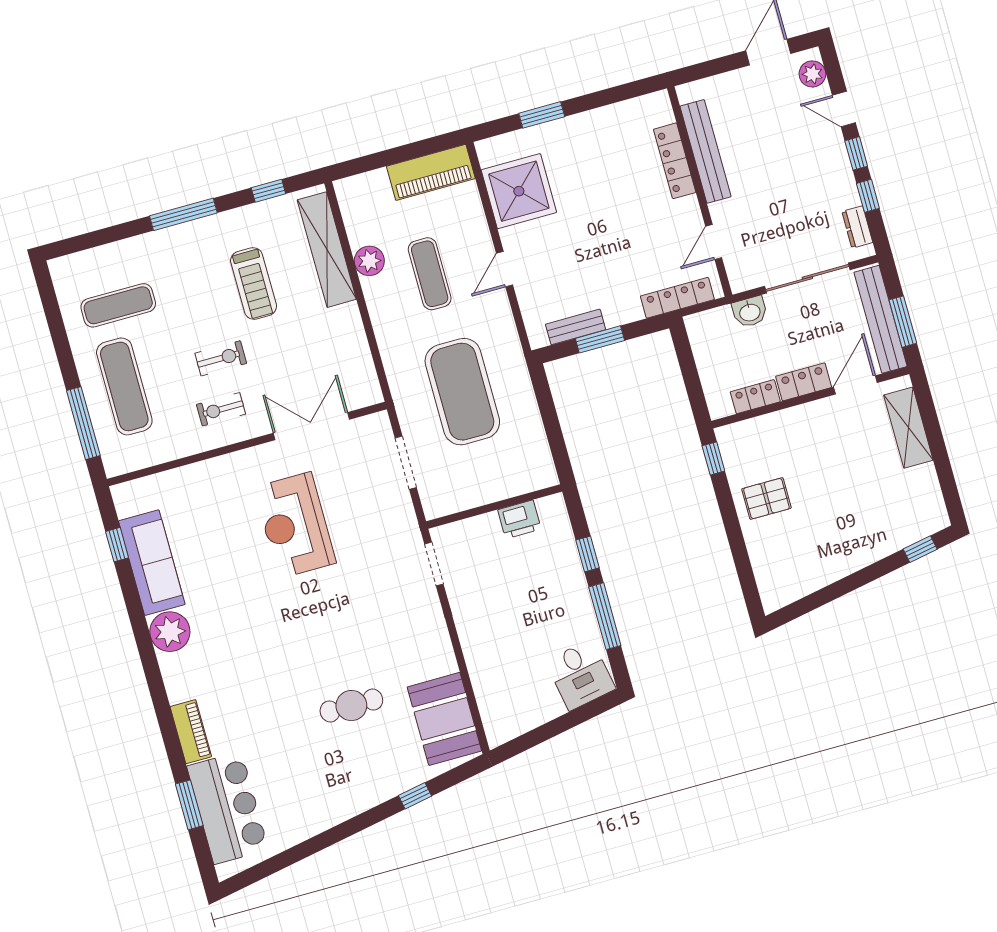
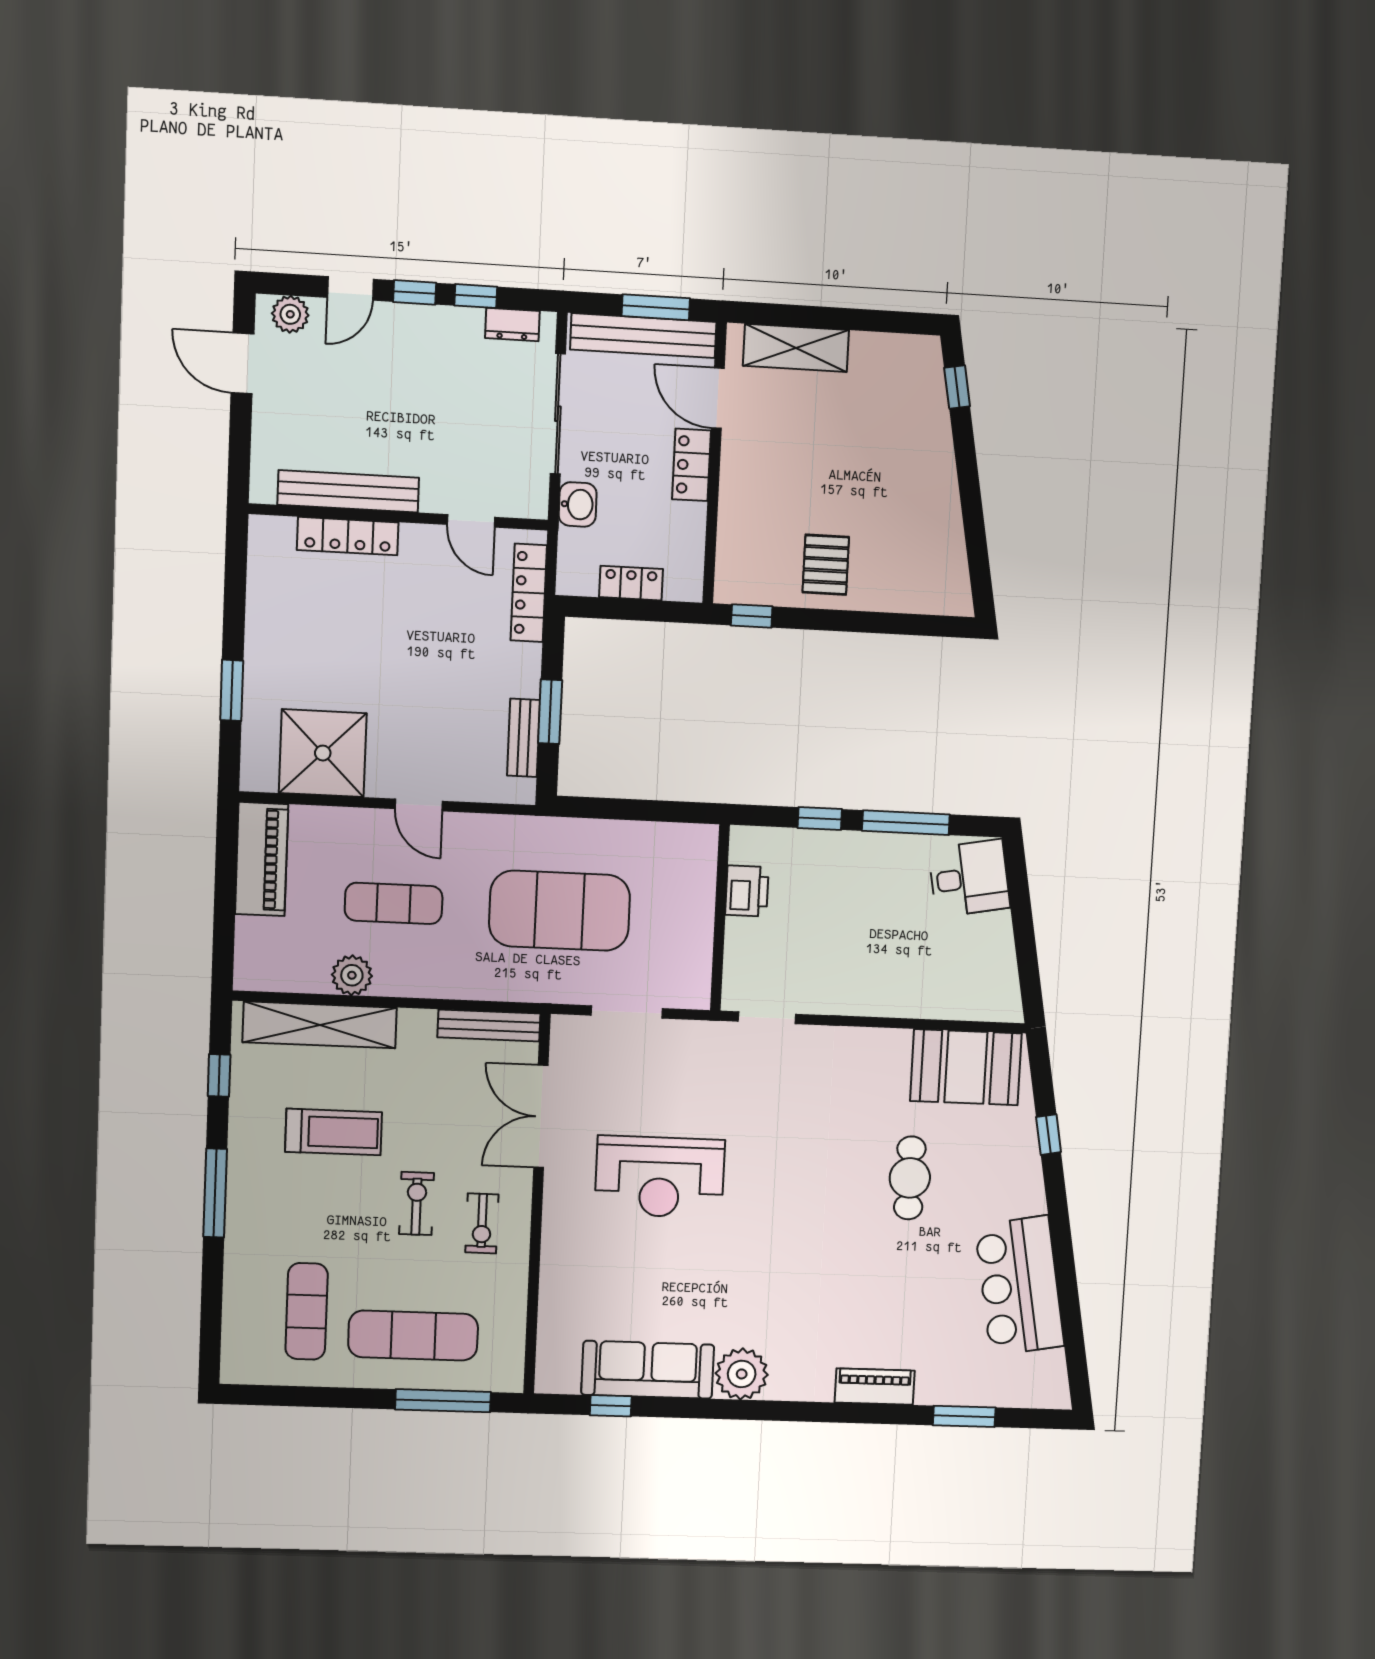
bench: (365, 368) -> (489, 1025), added
locker: (755, 397) -> (631, 583), moved, turned 90
bar counter: (228, 808) -> (1019, 1286), moved, turned -101

